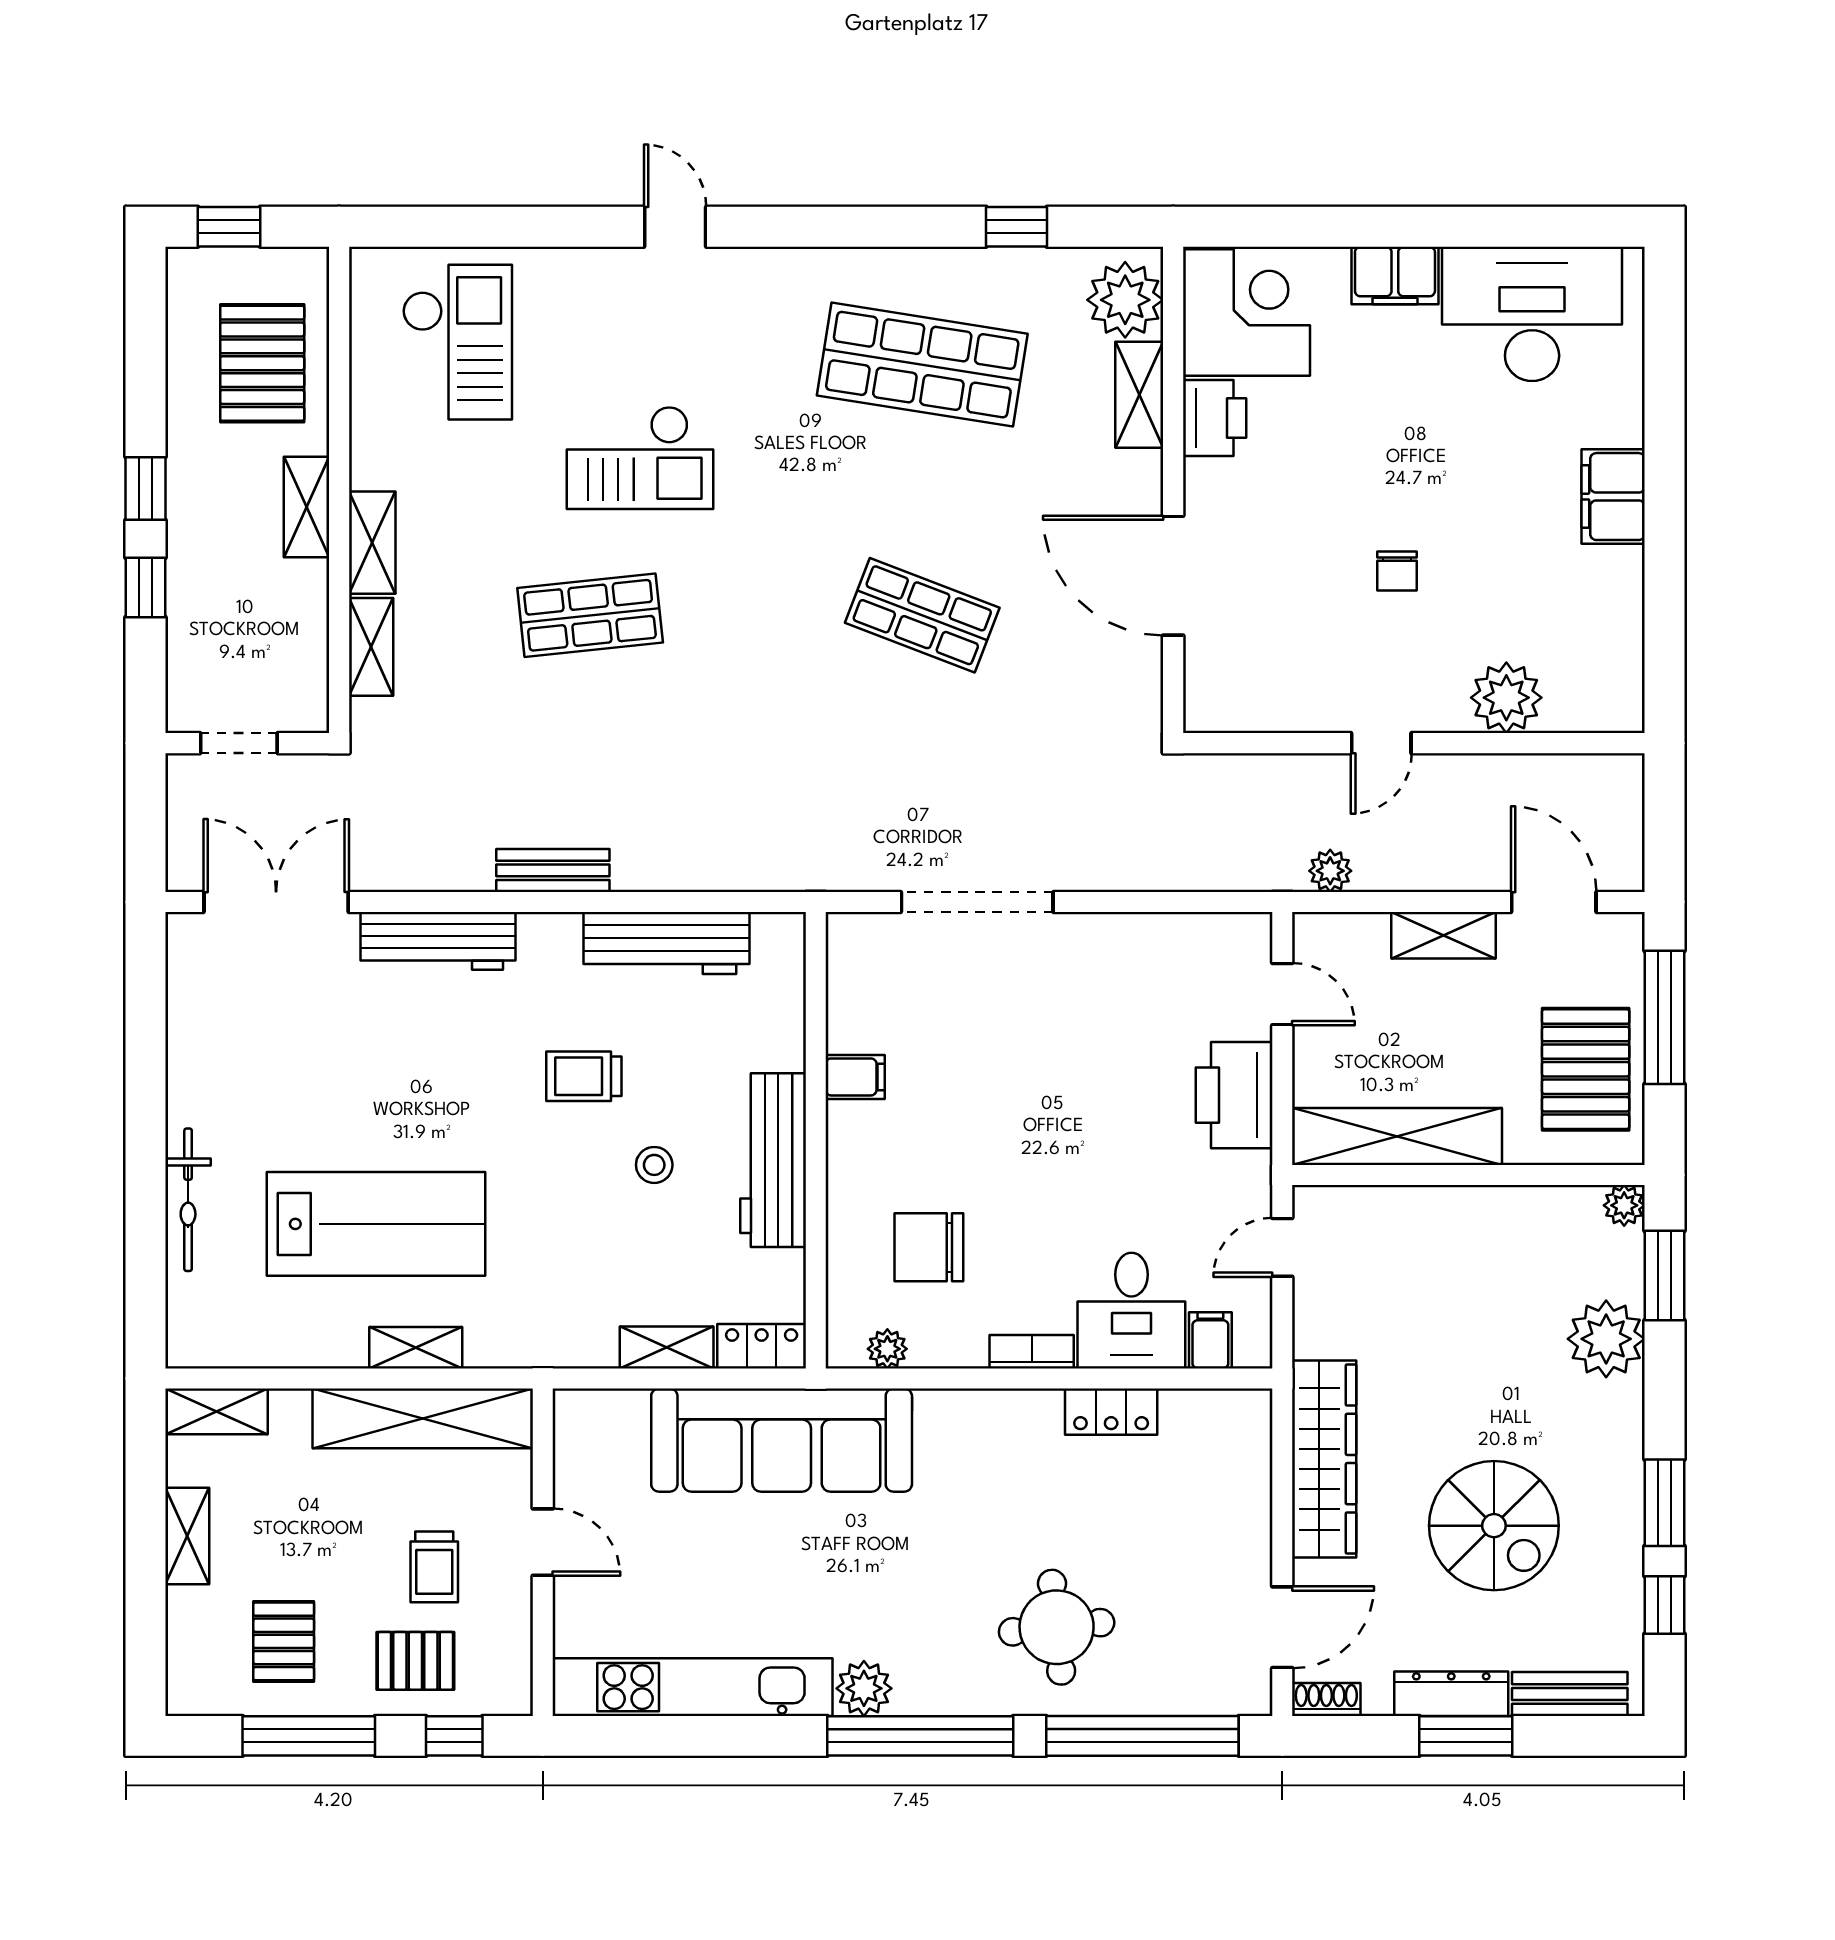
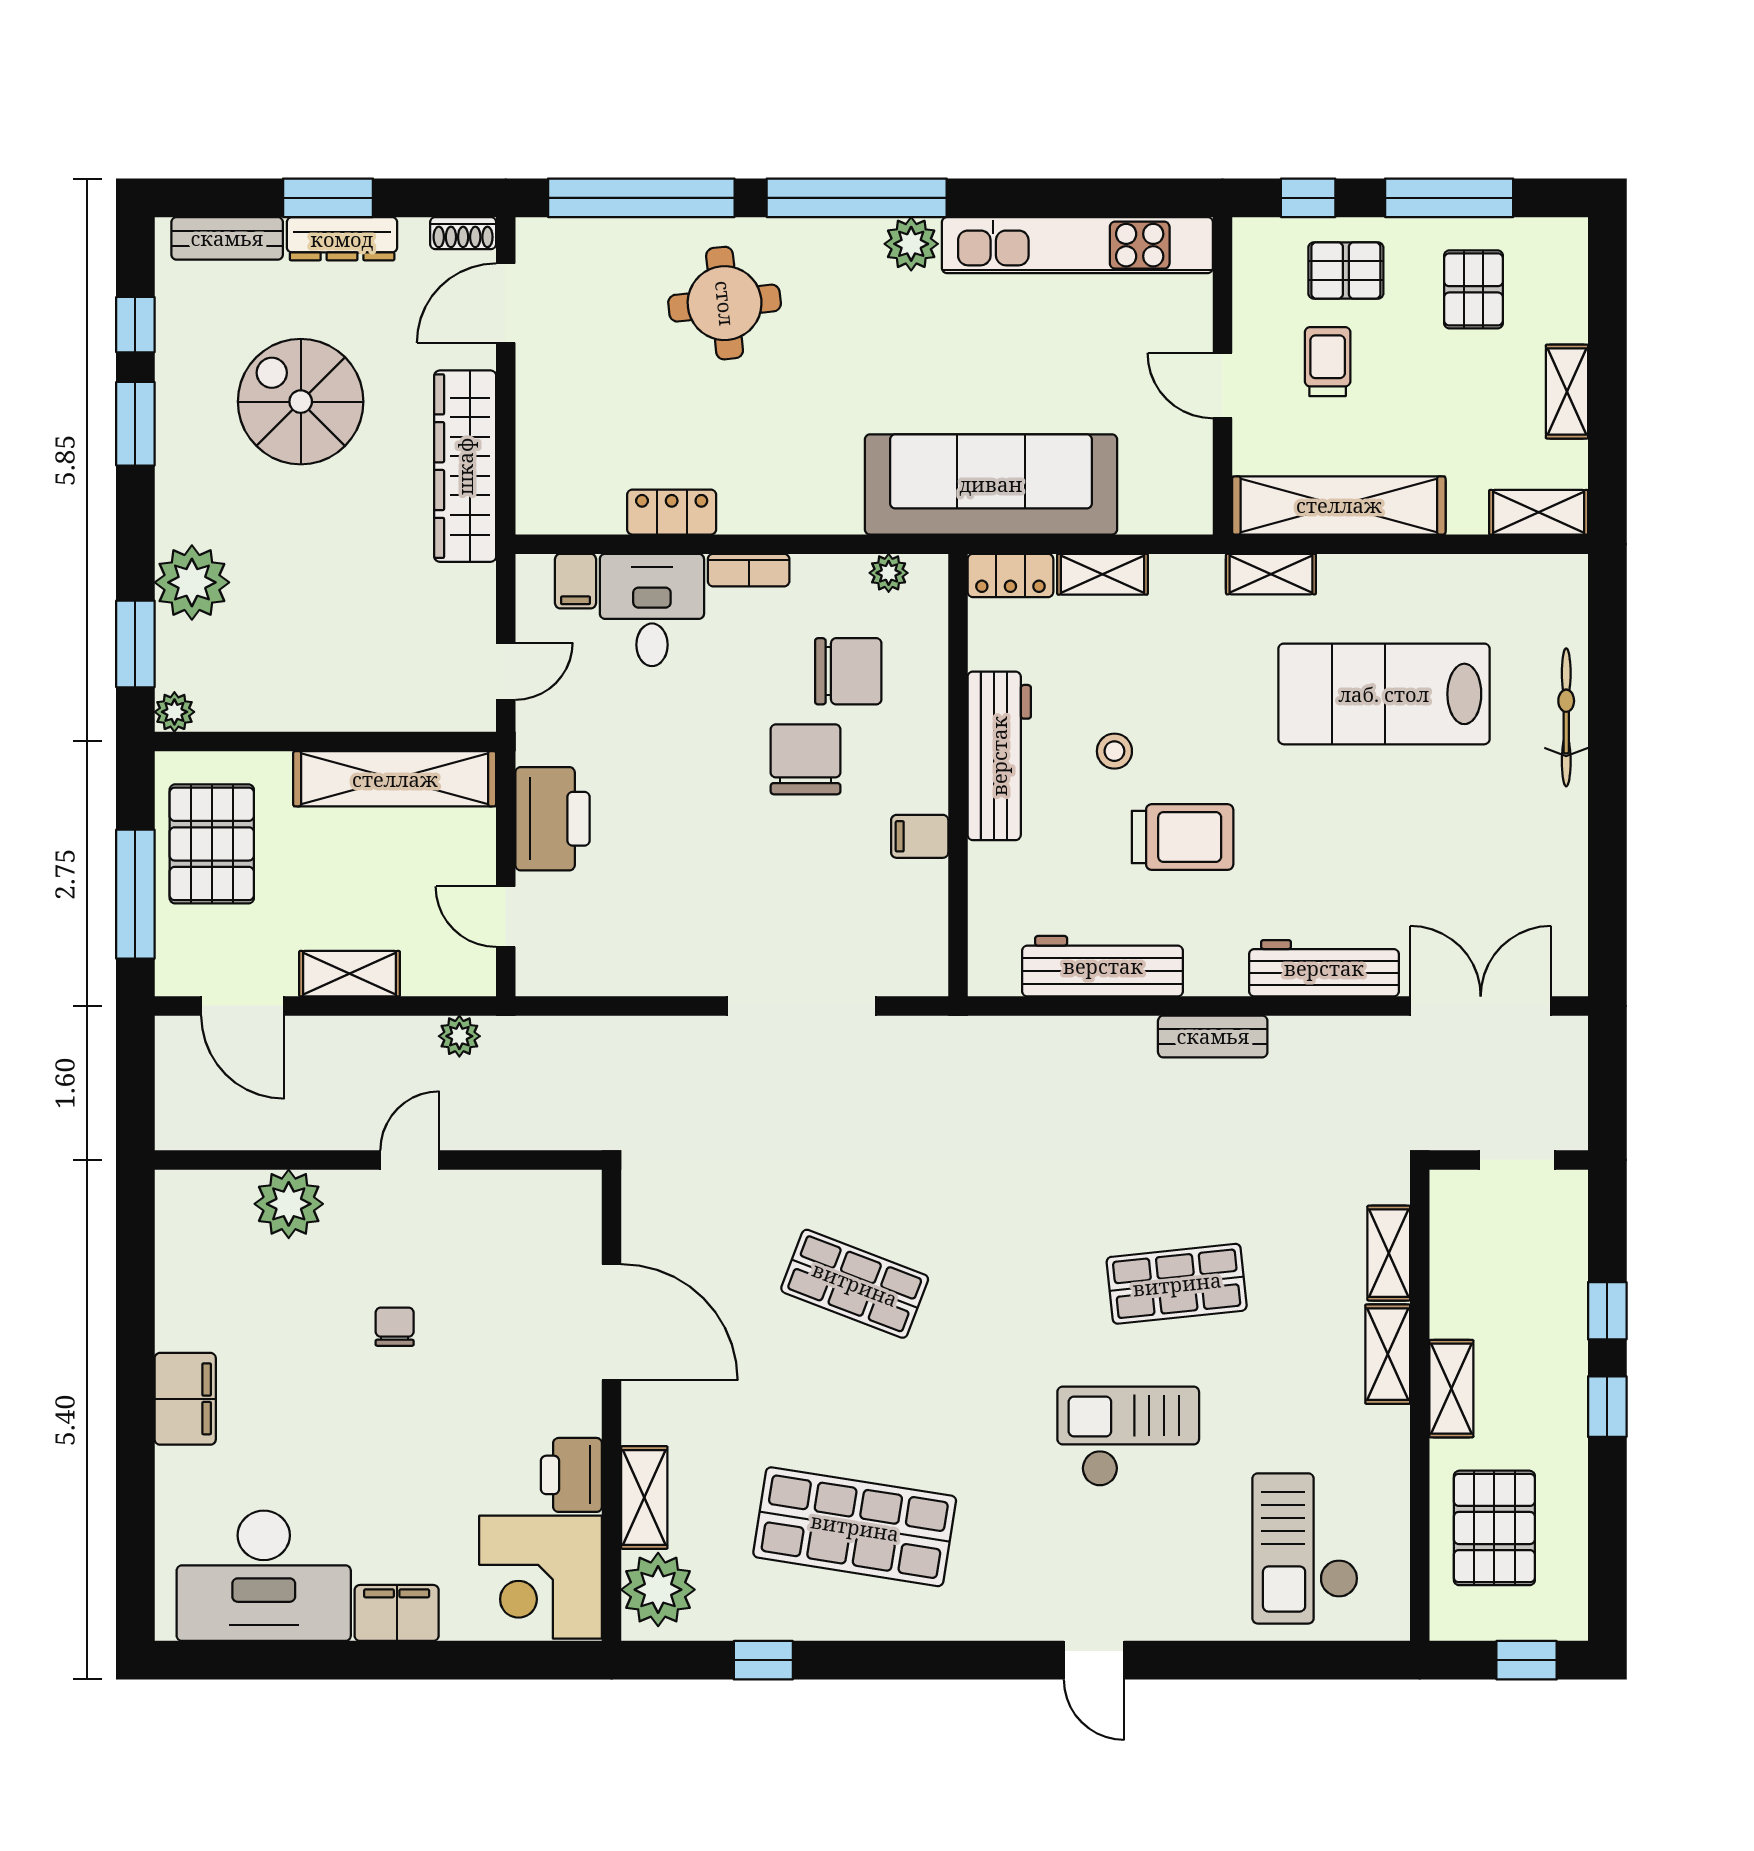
double door: (276, 902) -> (1481, 1006), swing flipped
trolley: (584, 1076) -> (1183, 837), width x1.36, depth x1.39
chair: (973, 1156) -> (806, 759), added
shelving: (416, 1348) -> (1271, 574), moved

